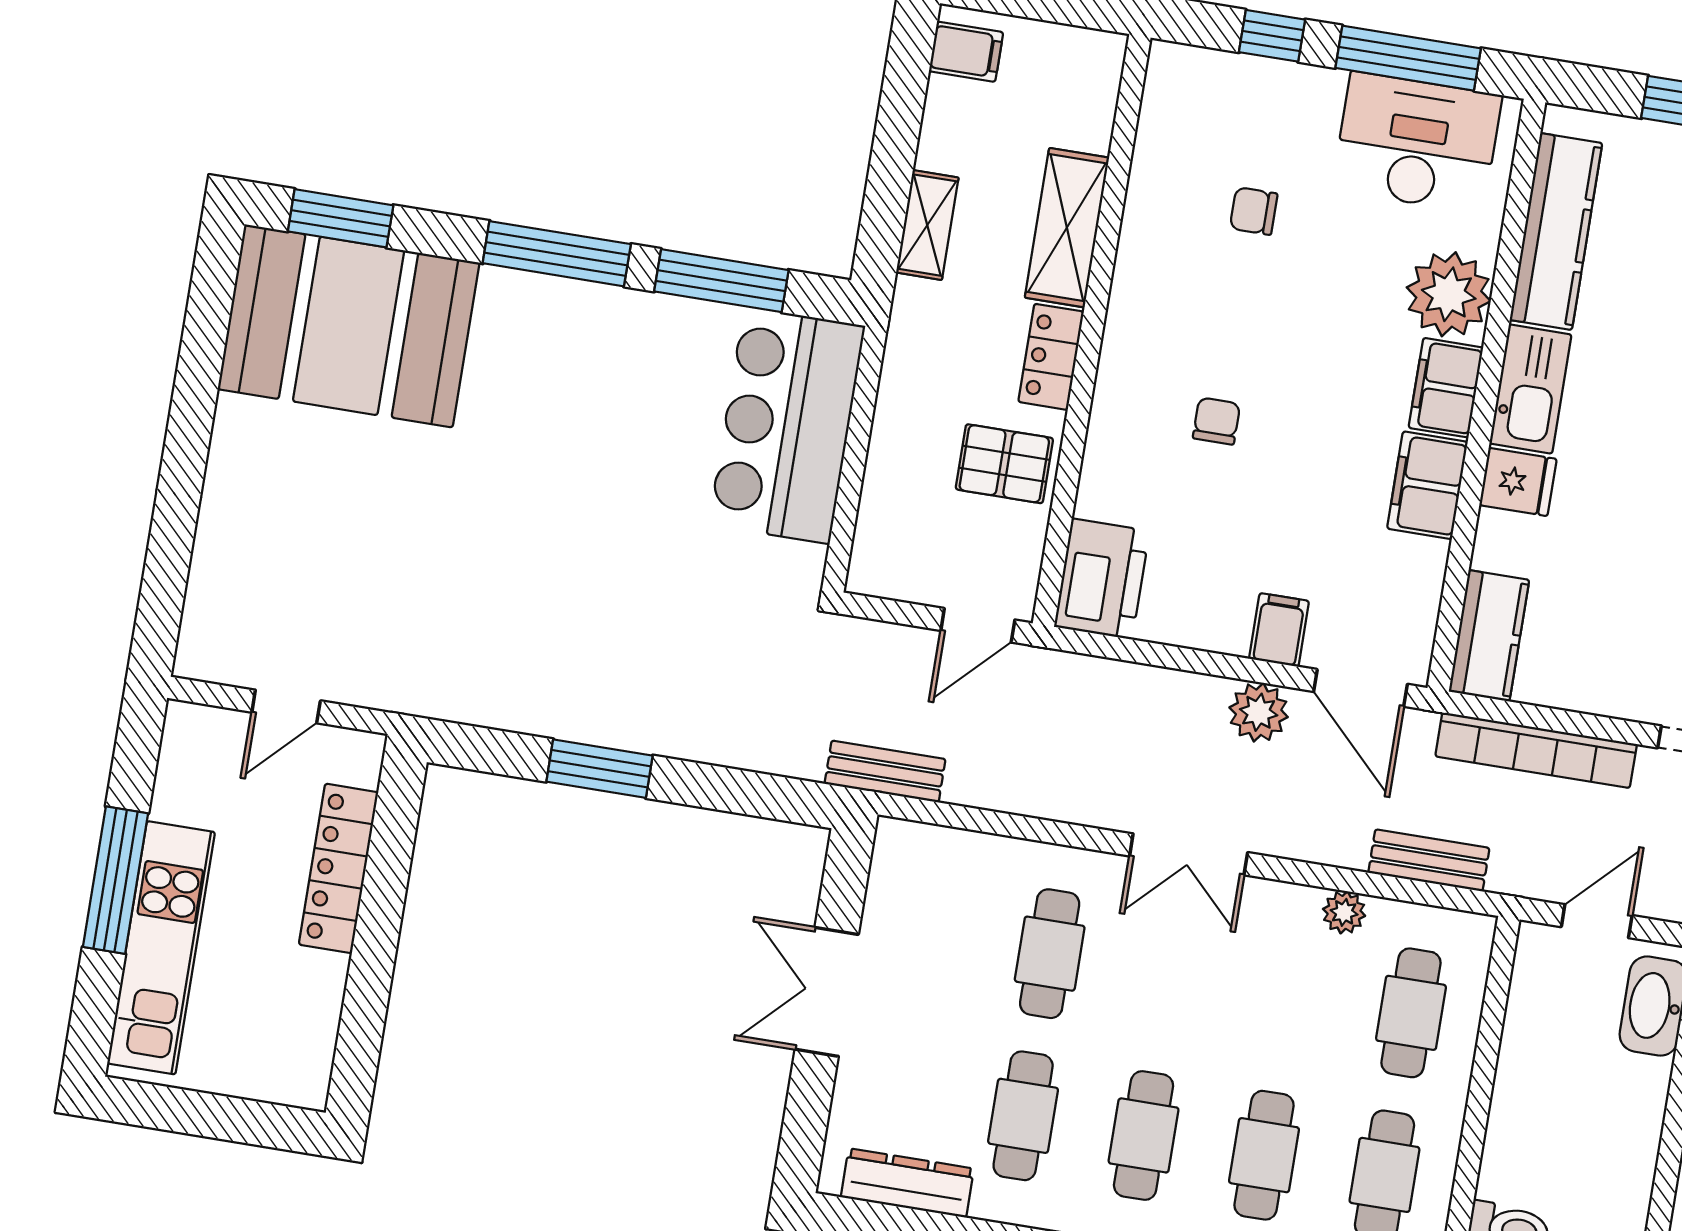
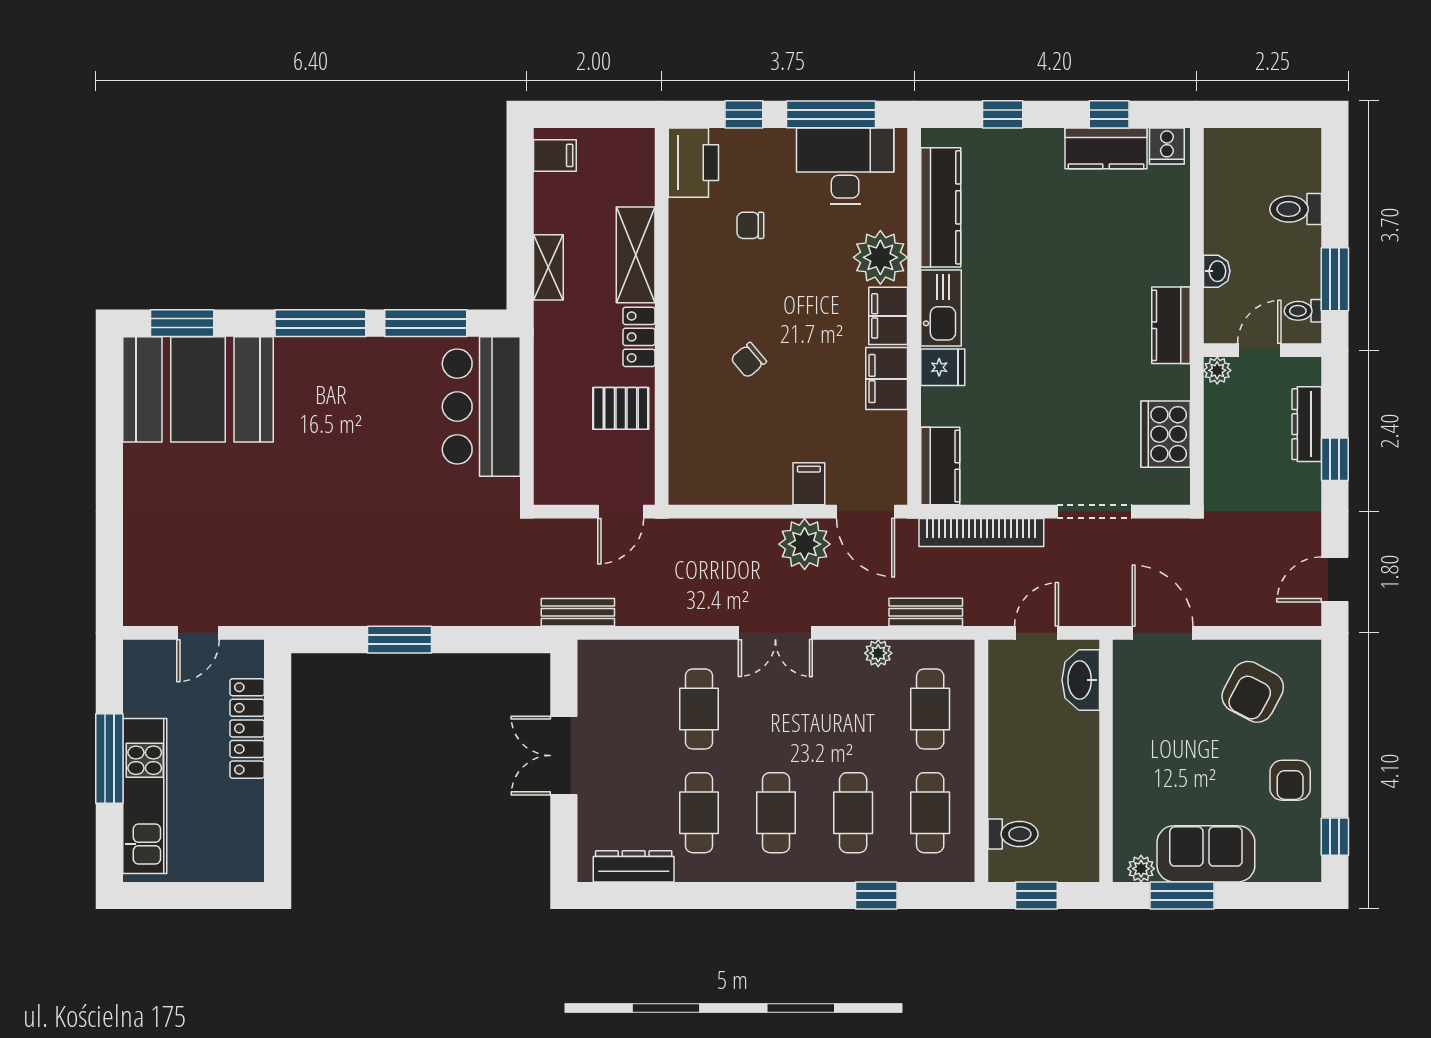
chair: (1216, 421) -> (749, 360), turned -130
printer: (1102, 579) -> (693, 163), moved
plant: (1259, 712) -> (805, 544), width x1.36, depth x1.36

